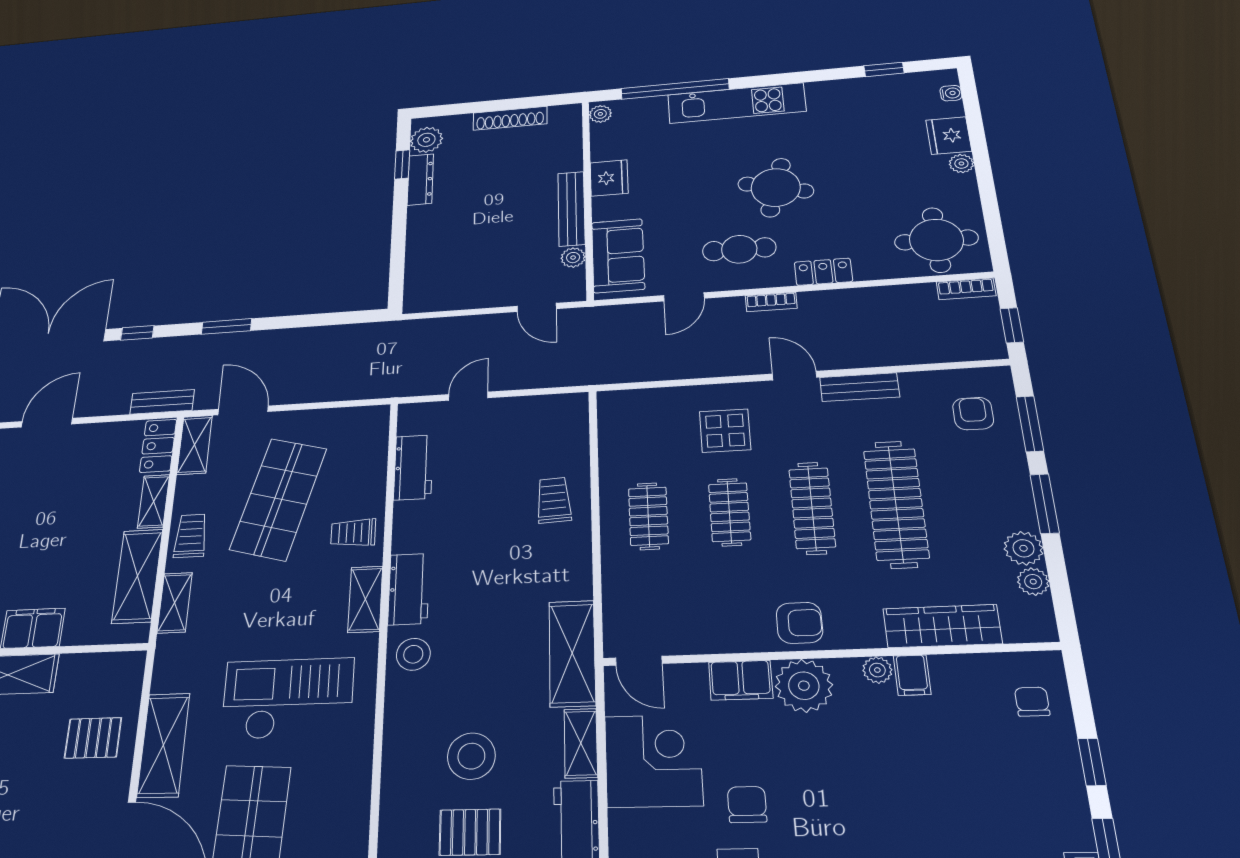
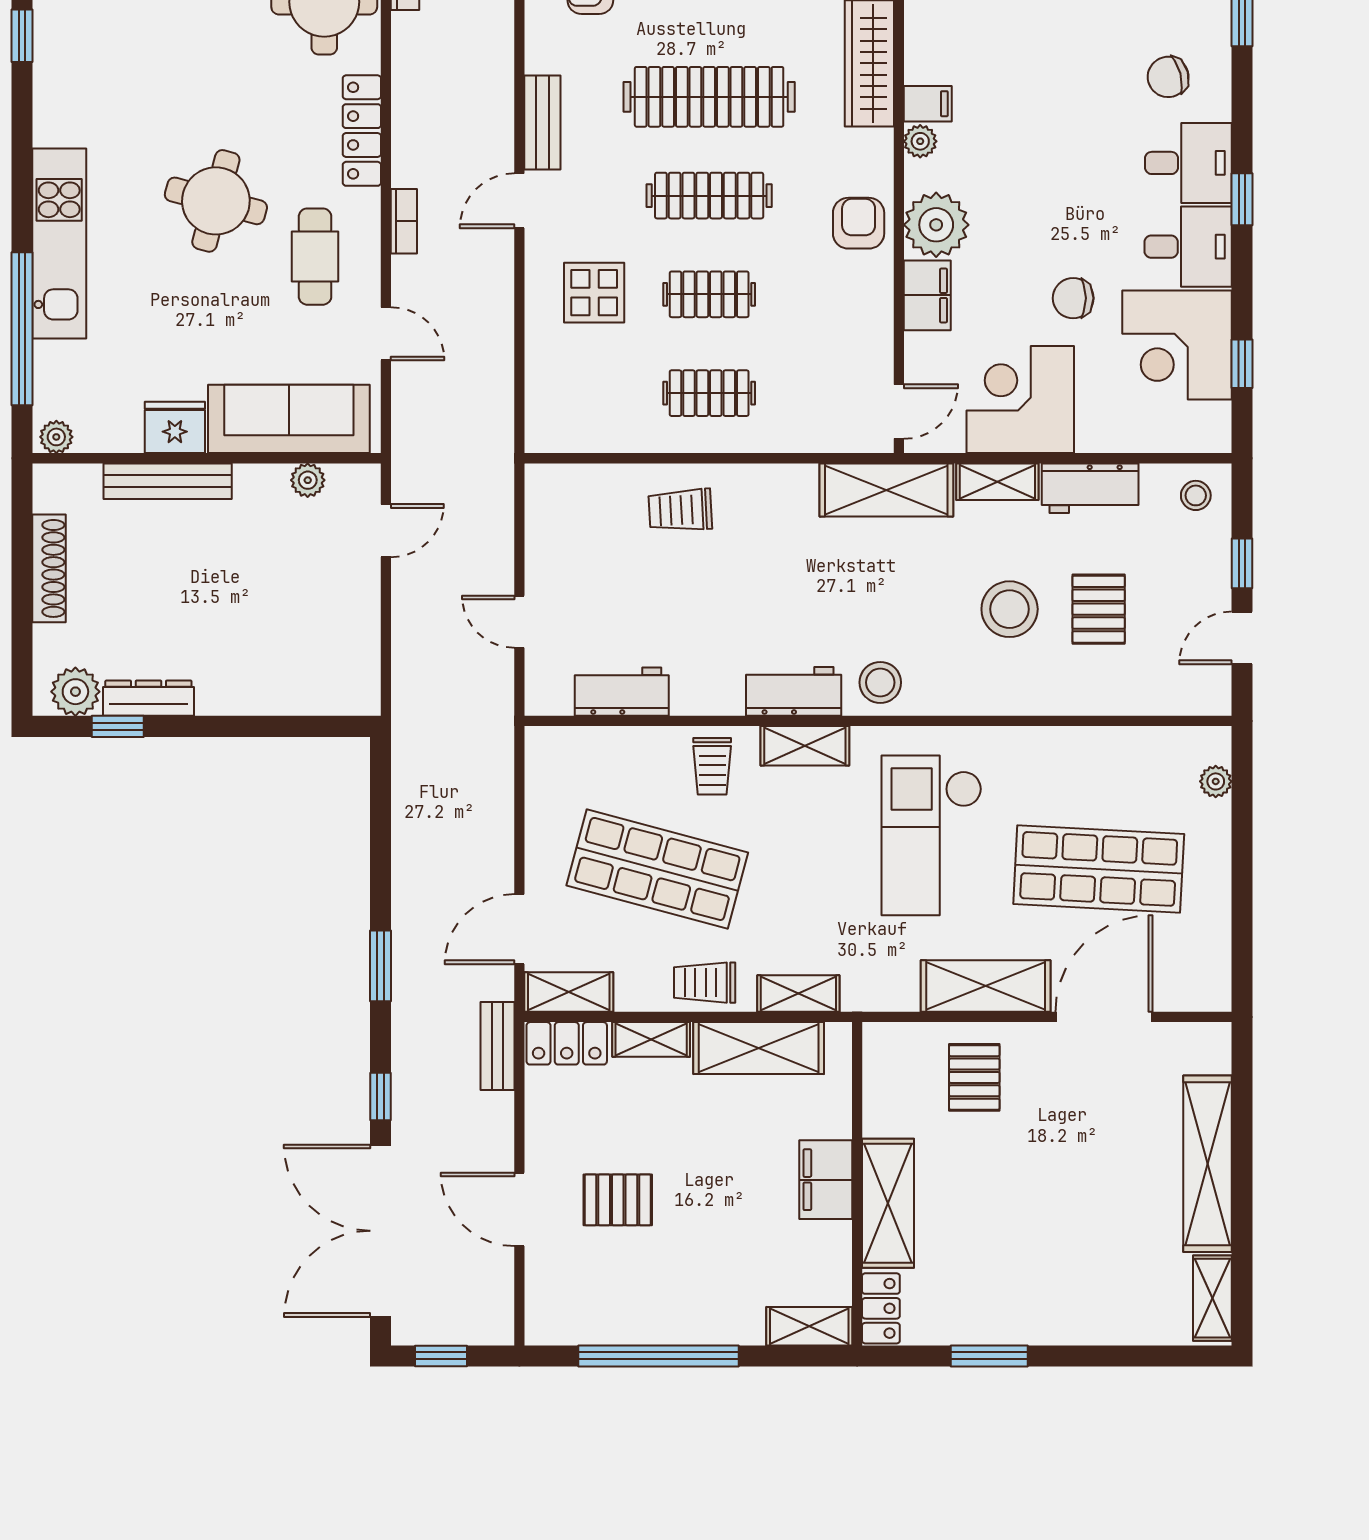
bench: (571, 209) -> (168, 481), moved
sofa: (618, 256) -> (289, 419), width x1.36
locker: (823, 272) -> (362, 131), width x1.53
pallet: (43, 485) -> (618, 1200), added

